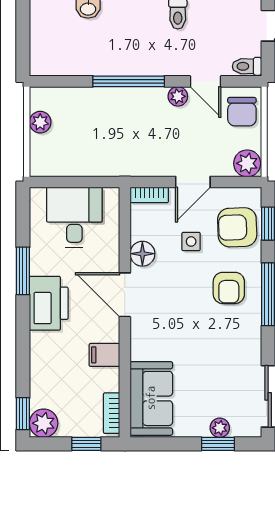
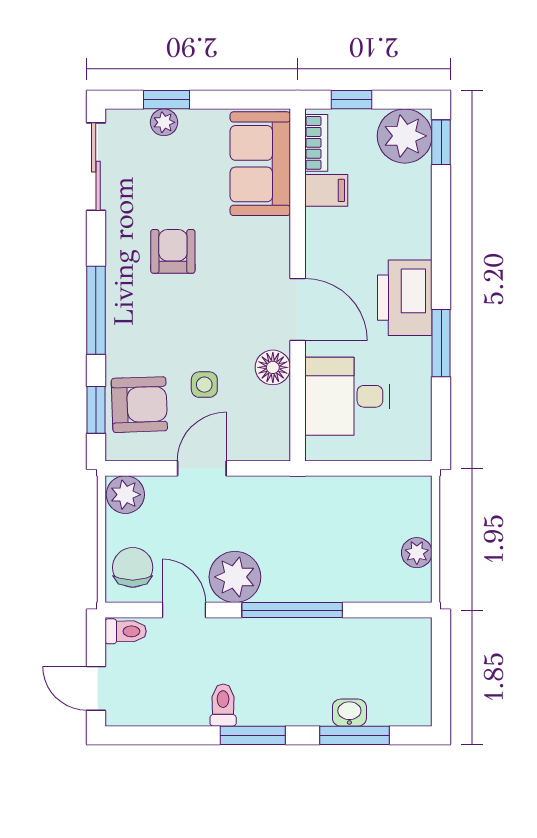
plant: (178, 96) -> (235, 577), width x1.87, depth x1.87
bookcase: (149, 195) -> (263, 450), removed
desk: (74, 217) -> (347, 396), moved, turned 90
armchair: (229, 288) -> (173, 251), moved
filing cabinet: (104, 355) -> (326, 190), moved
plant: (44, 423) -> (405, 136), width x1.36, depth x1.36

